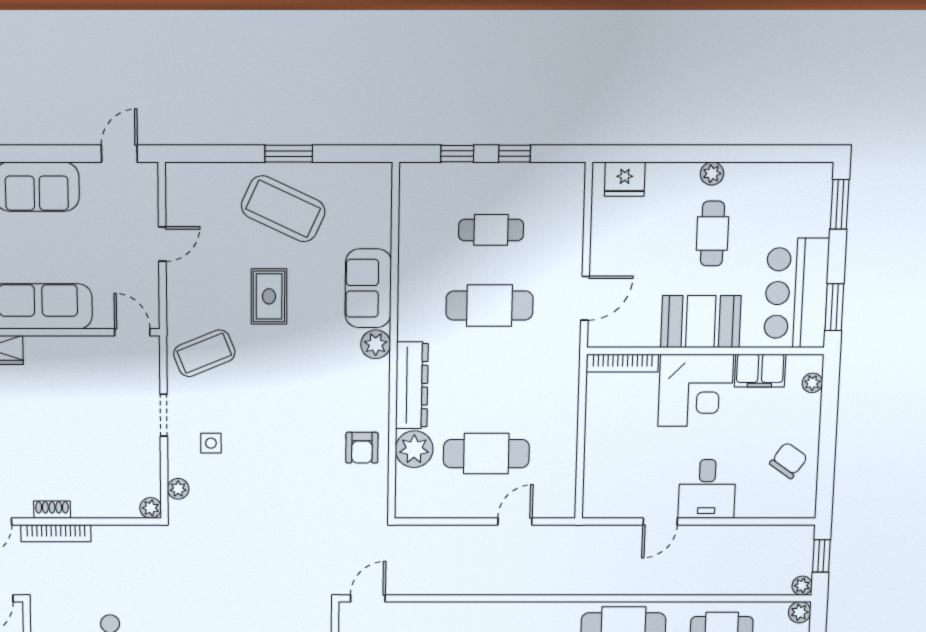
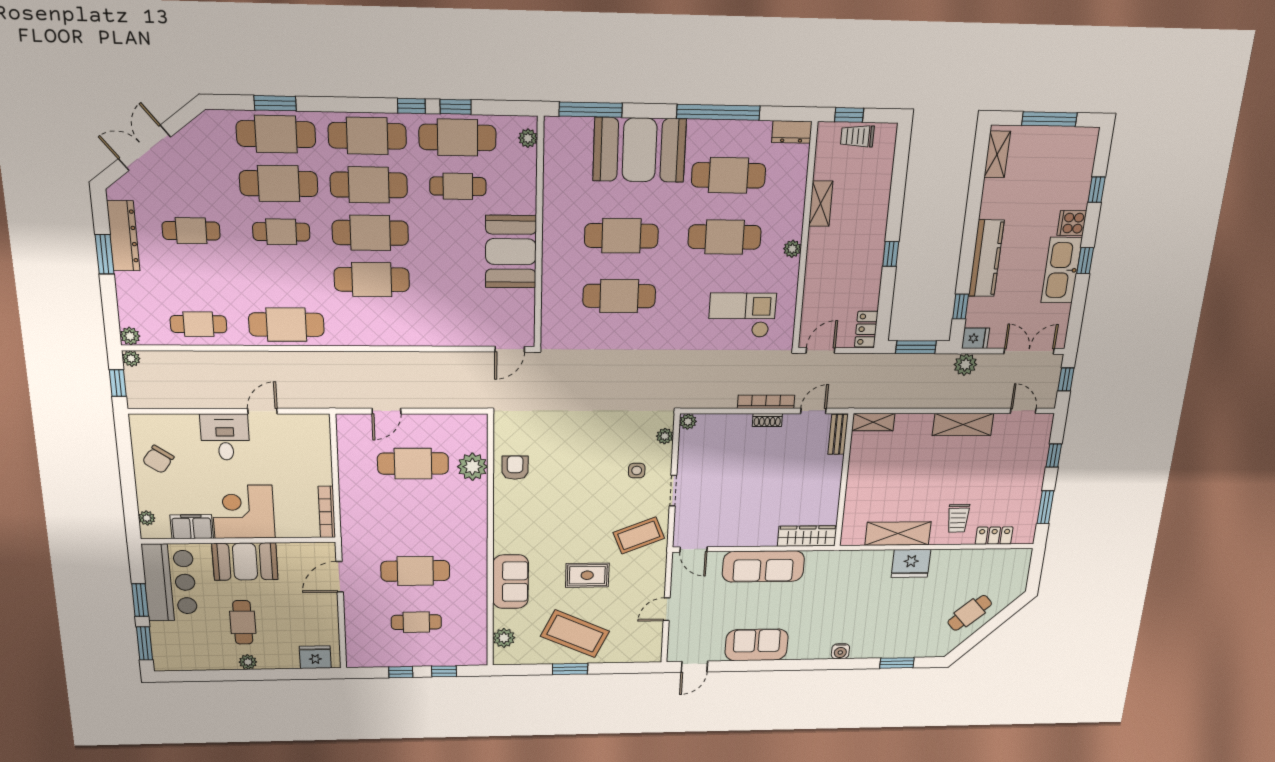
rug: (269, 296) -> (587, 575), turned 90
window: (834, 307) -> (140, 600), moved
plant: (376, 344) -> (504, 638), moved
bookcase: (623, 363) -> (327, 512), moved, turned -90
dresser: (412, 385) -> (475, 514), removed

